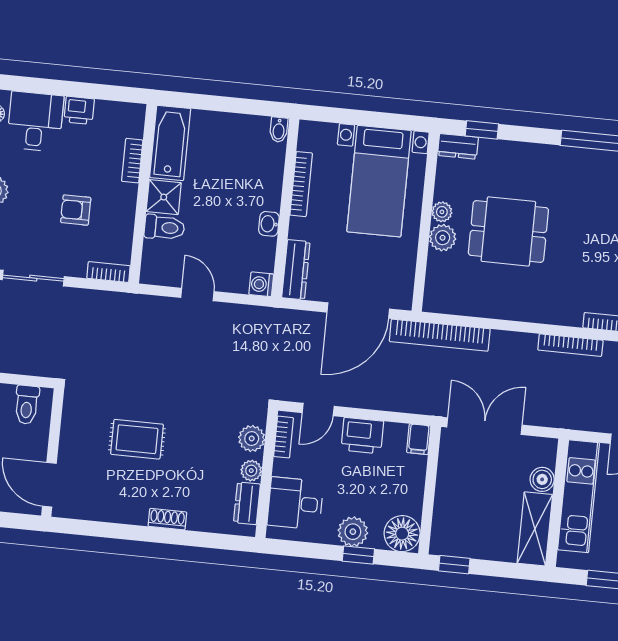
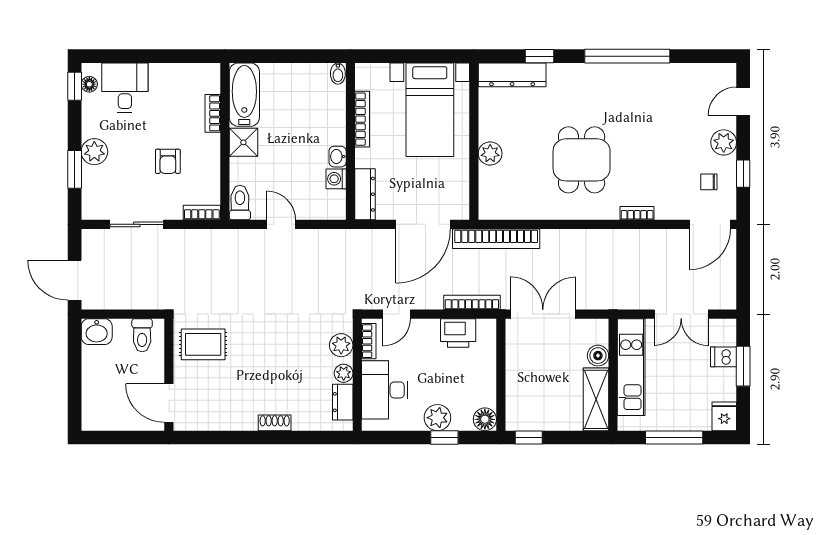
printer: (79, 110) -> (162, 74), removed
window: (482, 130) -> (539, 56), moved
dresser: (458, 146) -> (512, 75), width x1.96, depth x1.24
armchair: (76, 210) -> (168, 161), turned -90
plant: (442, 212) -> (487, 131), removed
toilet: (164, 227) -> (240, 203), moved, turned -90
dining table: (508, 231) -> (582, 160), moved, turned 90
washing machine: (261, 284) -> (336, 179), moved
bookcase: (570, 345) -> (472, 302), moved, turned 180
printer: (362, 436) -> (458, 333), moved
rug: (137, 439) -> (203, 344), moved
filing cabinet: (419, 439) -> (487, 331), removed
desk: (295, 503) -> (385, 390), width x1.37
floor lamp: (402, 534) -> (485, 419), width x0.73, depth x0.73

